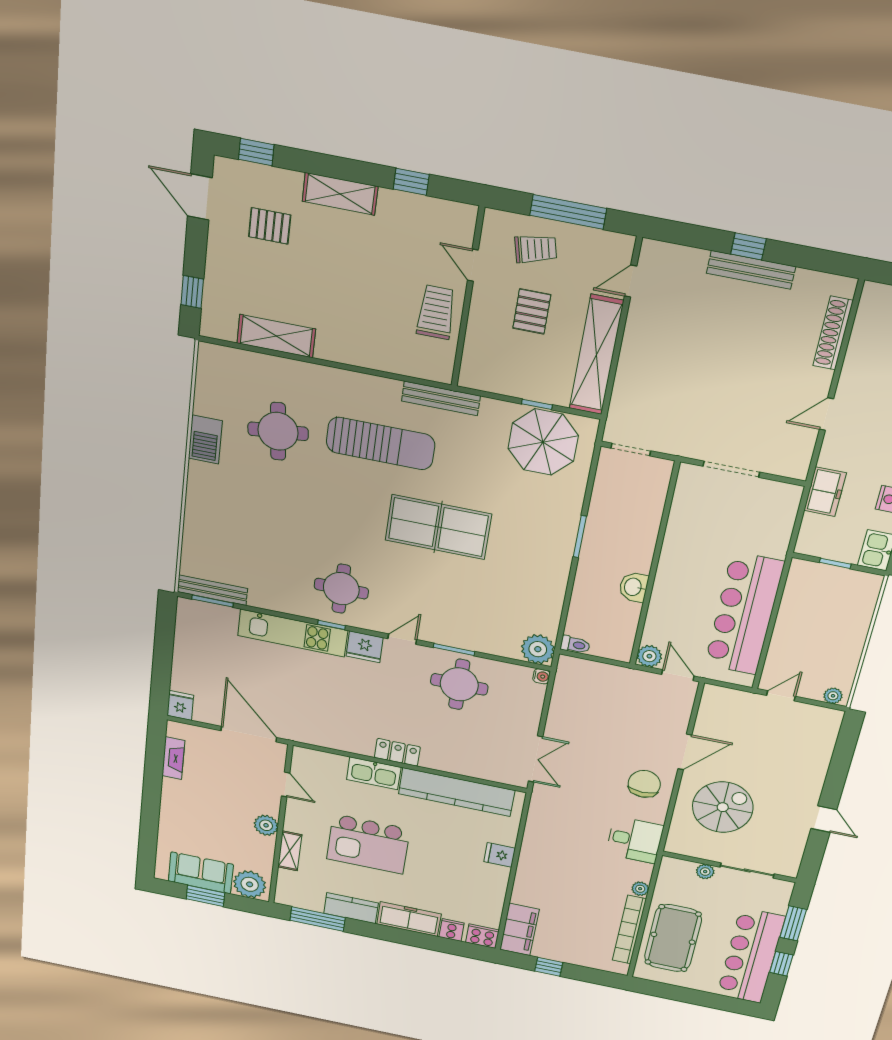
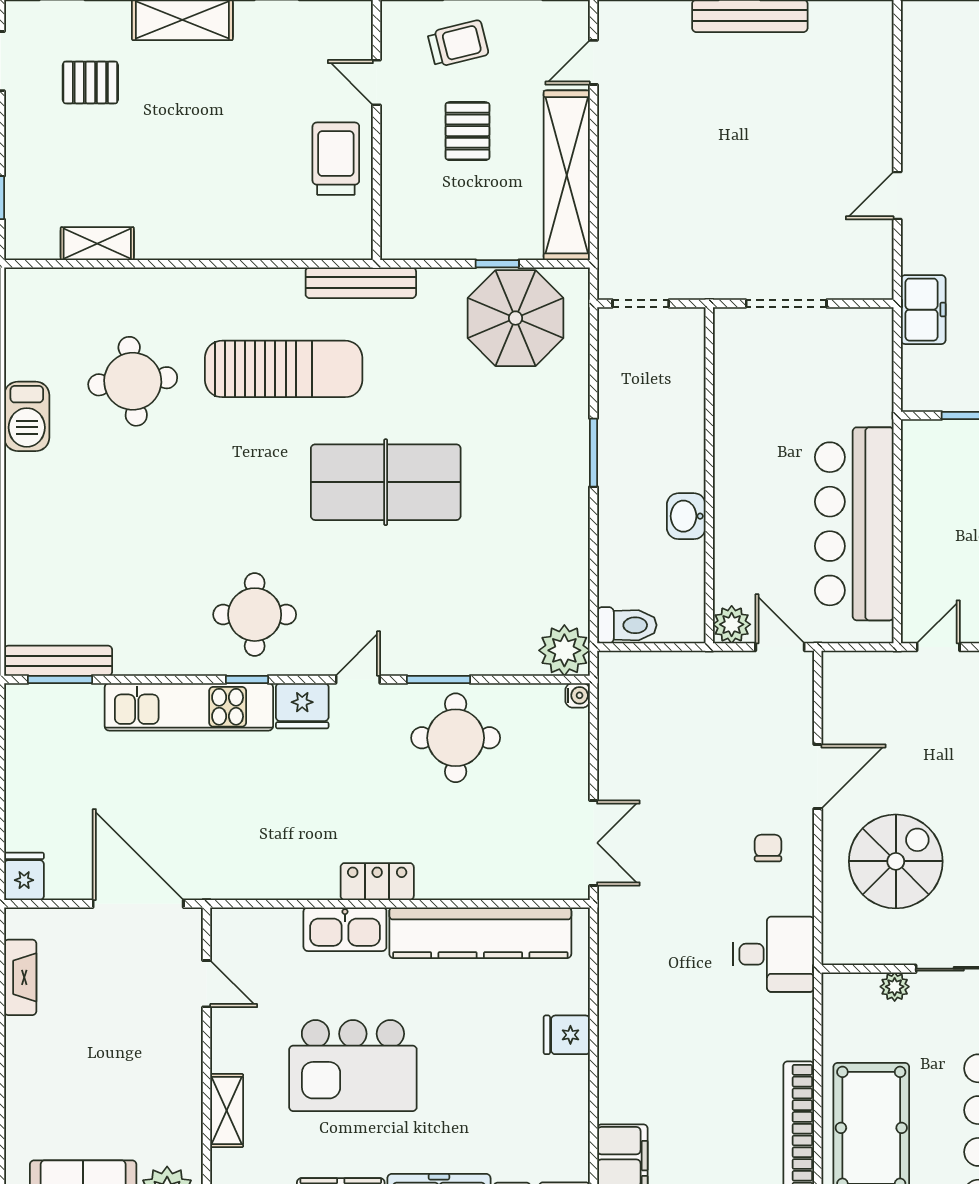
shoe rack: (833, 333) -> (878, 80), removed
shelving: (276, 336) -> (97, 244), width x0.67, depth x0.75
toilet: (575, 645) -> (627, 625), width x1.37, depth x1.39
chair: (644, 784) -> (768, 848), width x0.54, depth x0.54
plant: (266, 825) -> (183, 1070), removed
plant: (640, 889) -> (800, 1045), removed

